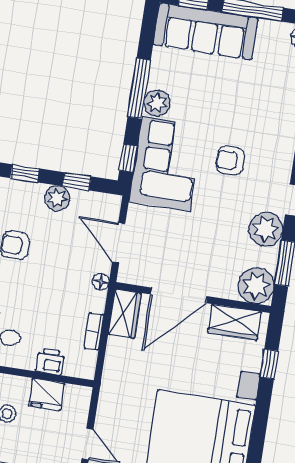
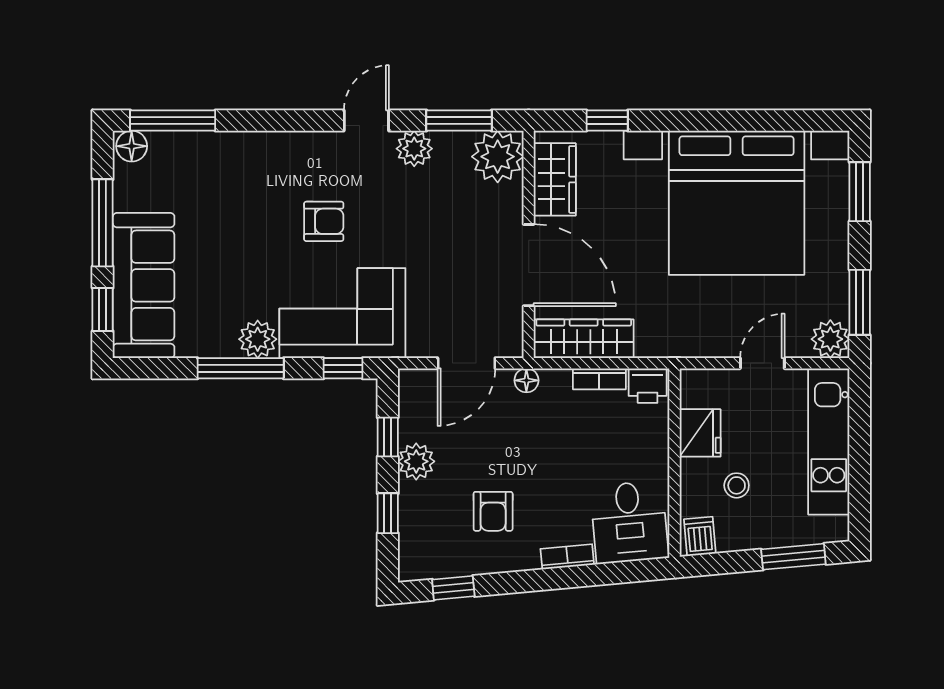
armchair: (230, 161) -> (324, 221), turned -90
plant: (266, 229) -> (414, 149), width x0.73, depth x0.73
wardrobe: (125, 314) -> (584, 339), width x1.50
printer: (50, 361) -> (648, 386), moved, turned -90

